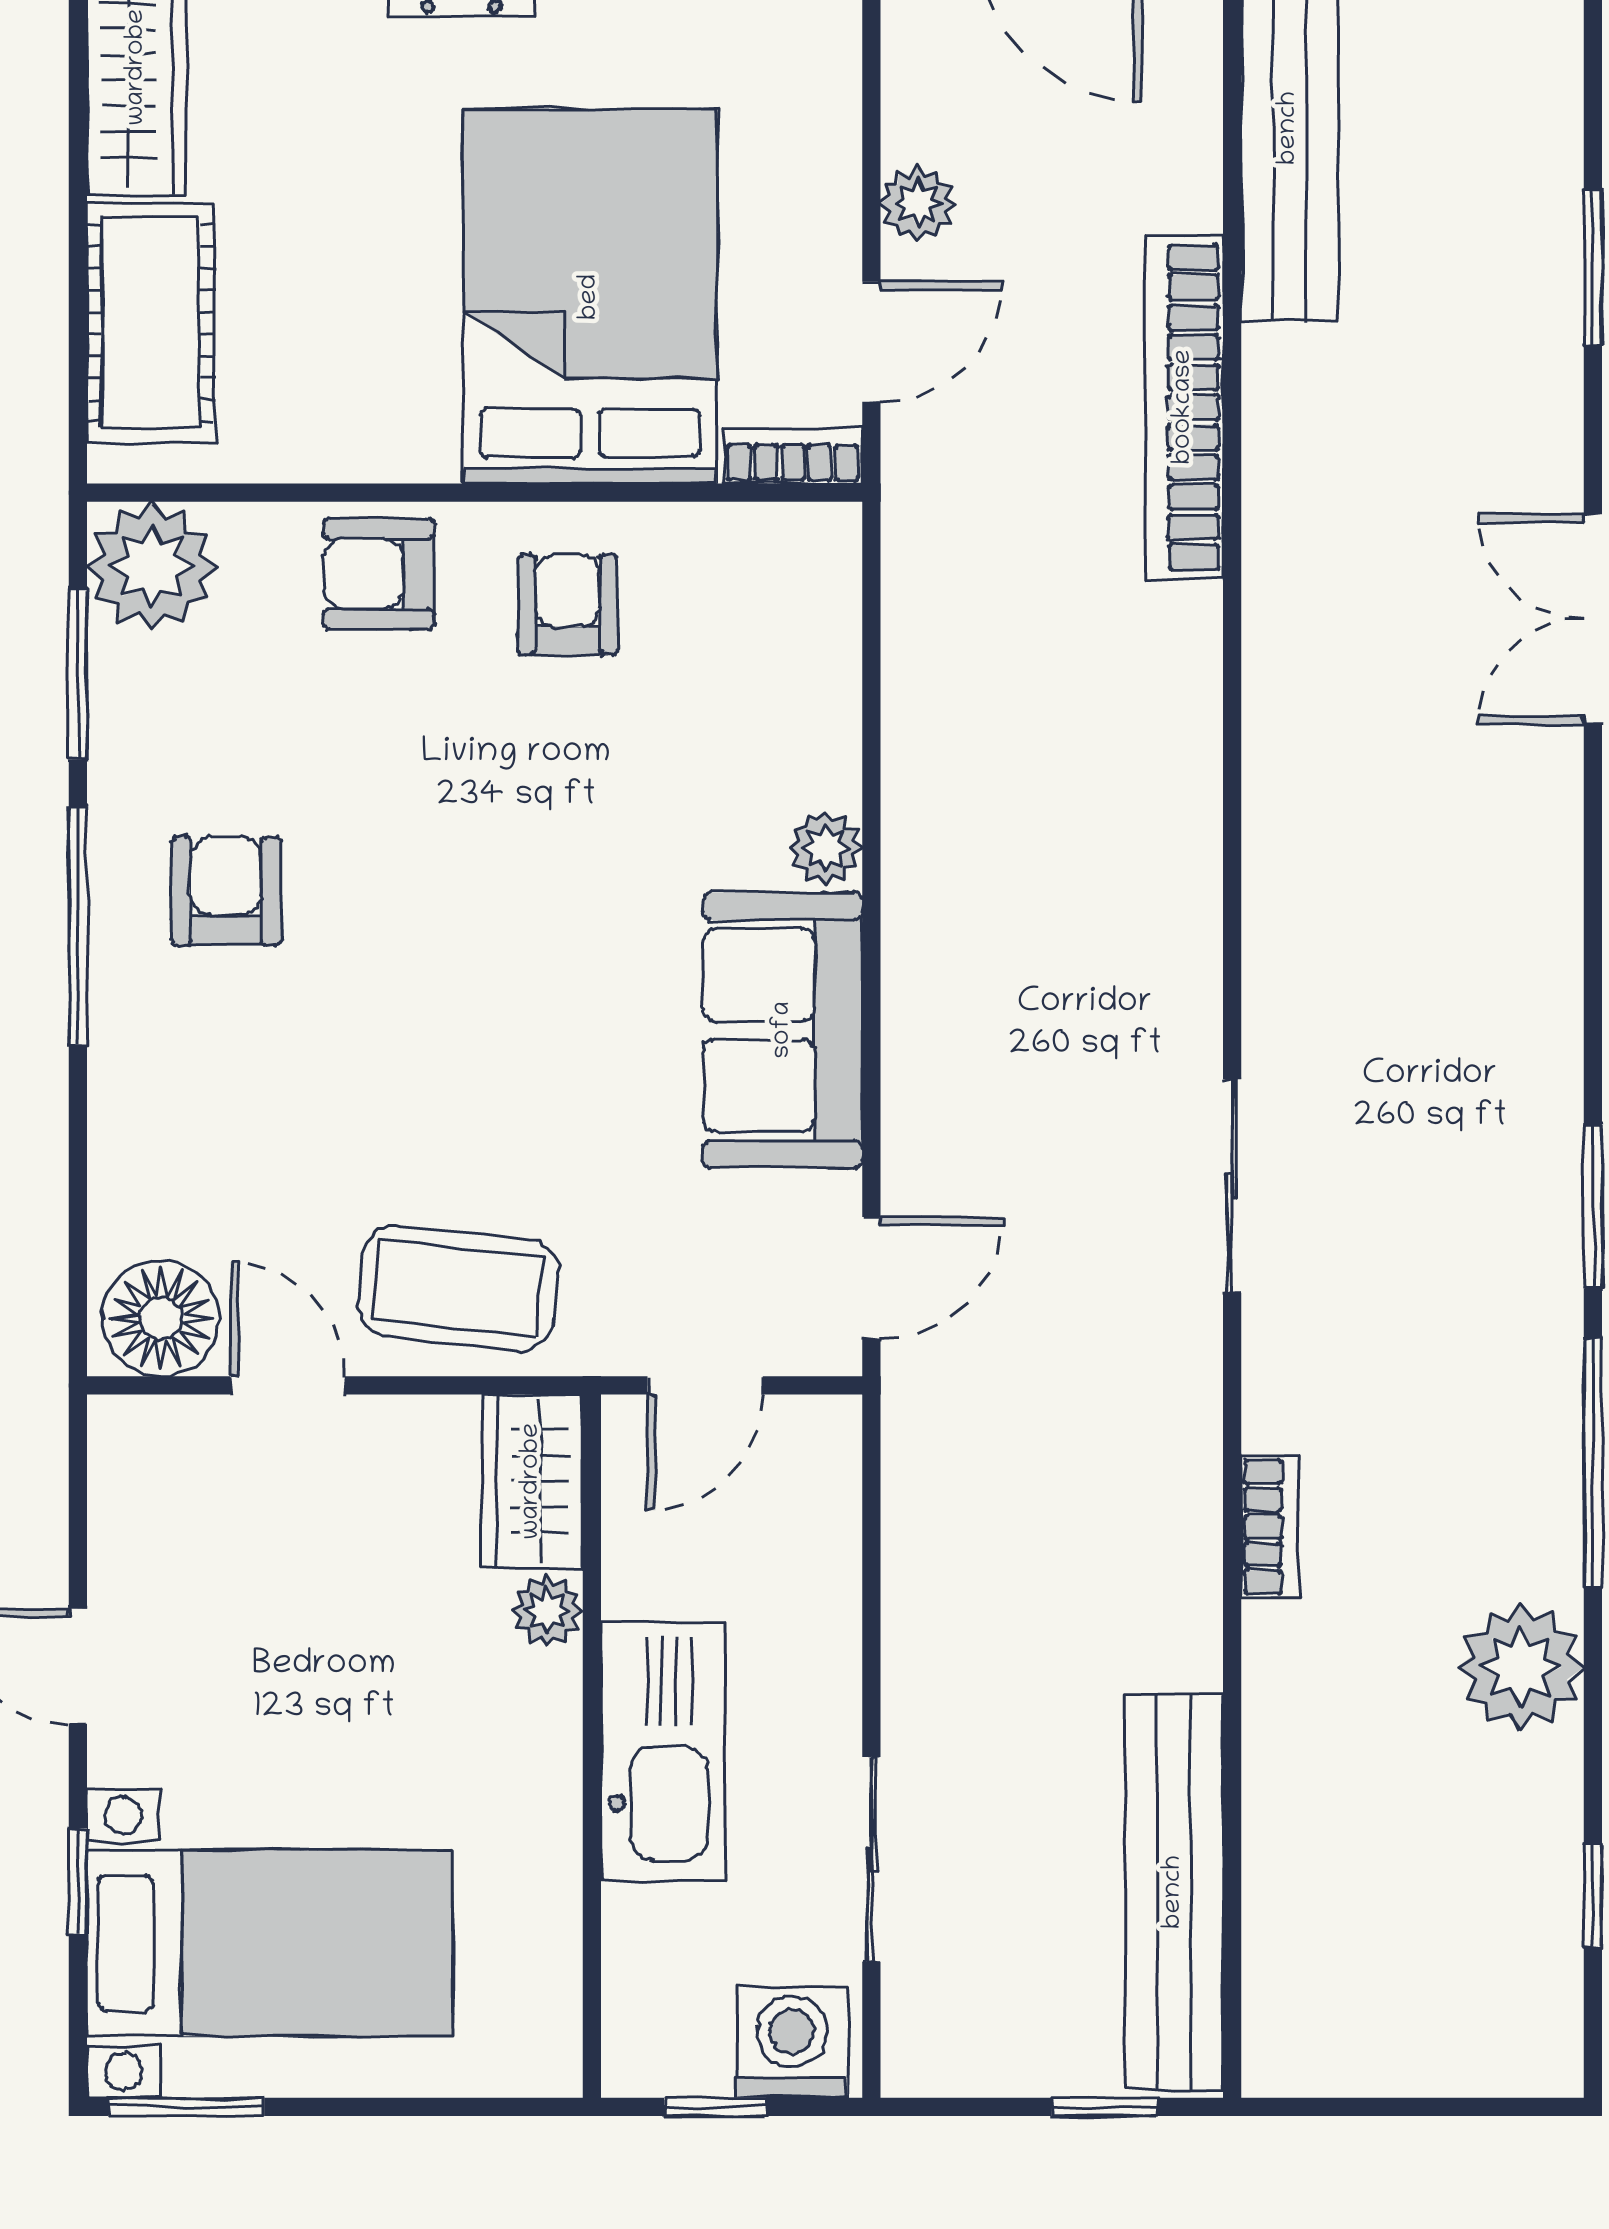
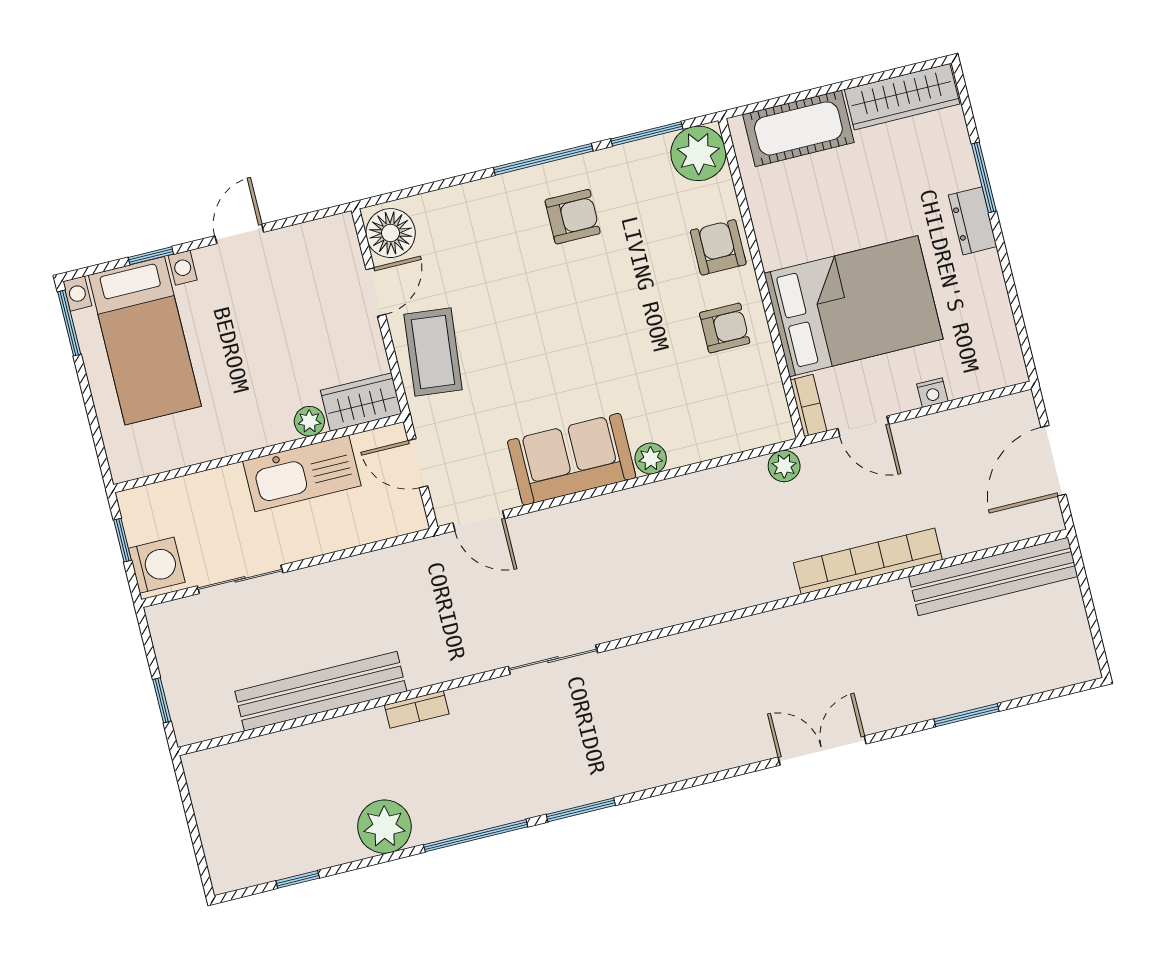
nightstand: (833, 164) -> (932, 393), added
plant: (918, 204) -> (784, 466), moved
kitchen sink: (663, 1752) -> (302, 473), moved
bench: (1174, 1892) -> (321, 691), moved

